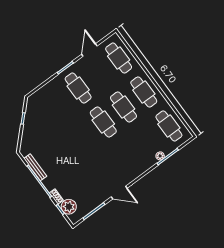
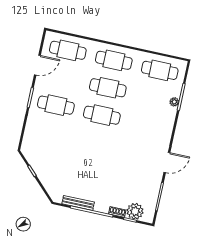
door: (89, 50) -> (37, 65), swing flipped

